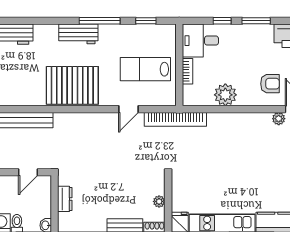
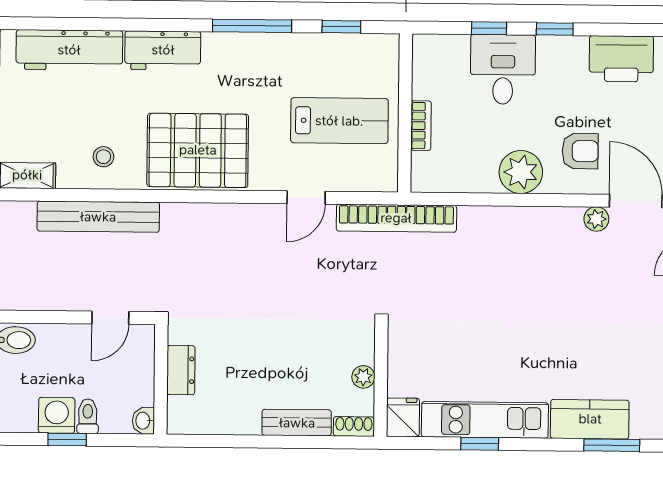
window: (256, 21) -> (555, 29), width x0.67
workbench: (78, 34) -> (163, 50), moved
desk: (200, 41) -> (503, 69), moved, turned 90
lab bench: (145, 69) -> (339, 121), turned 180
stool: (24, 89) -> (103, 157), added
plant: (225, 95) -> (521, 172), moved

